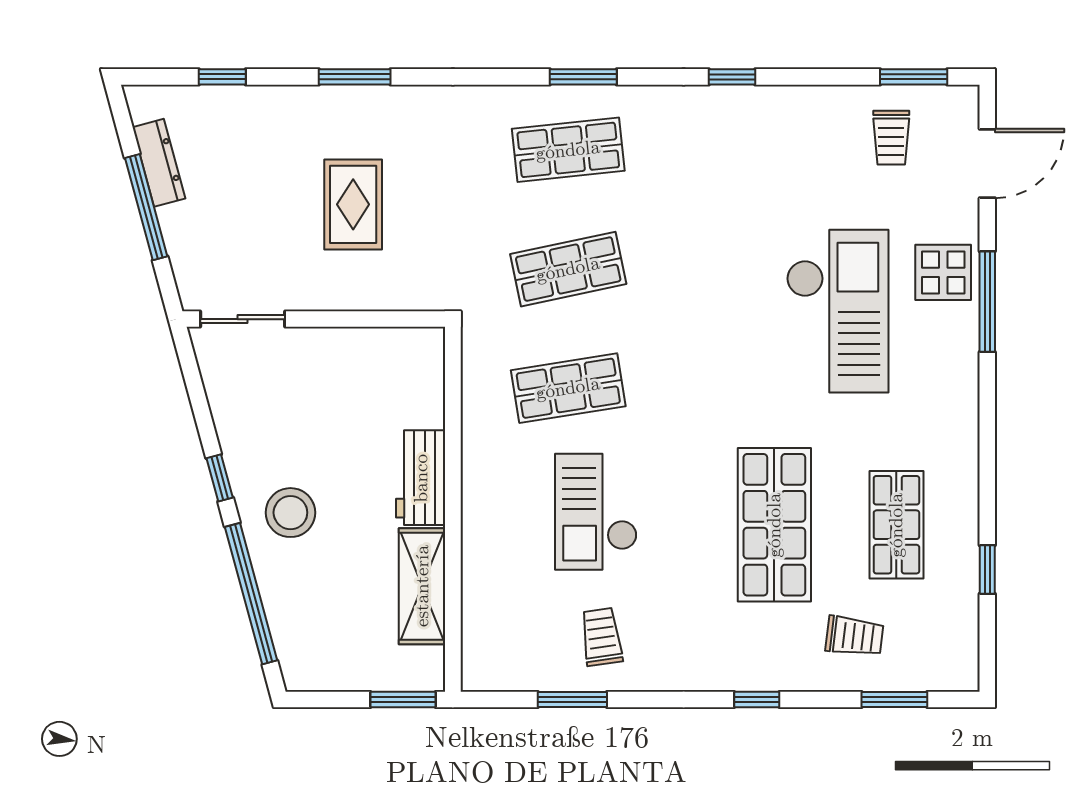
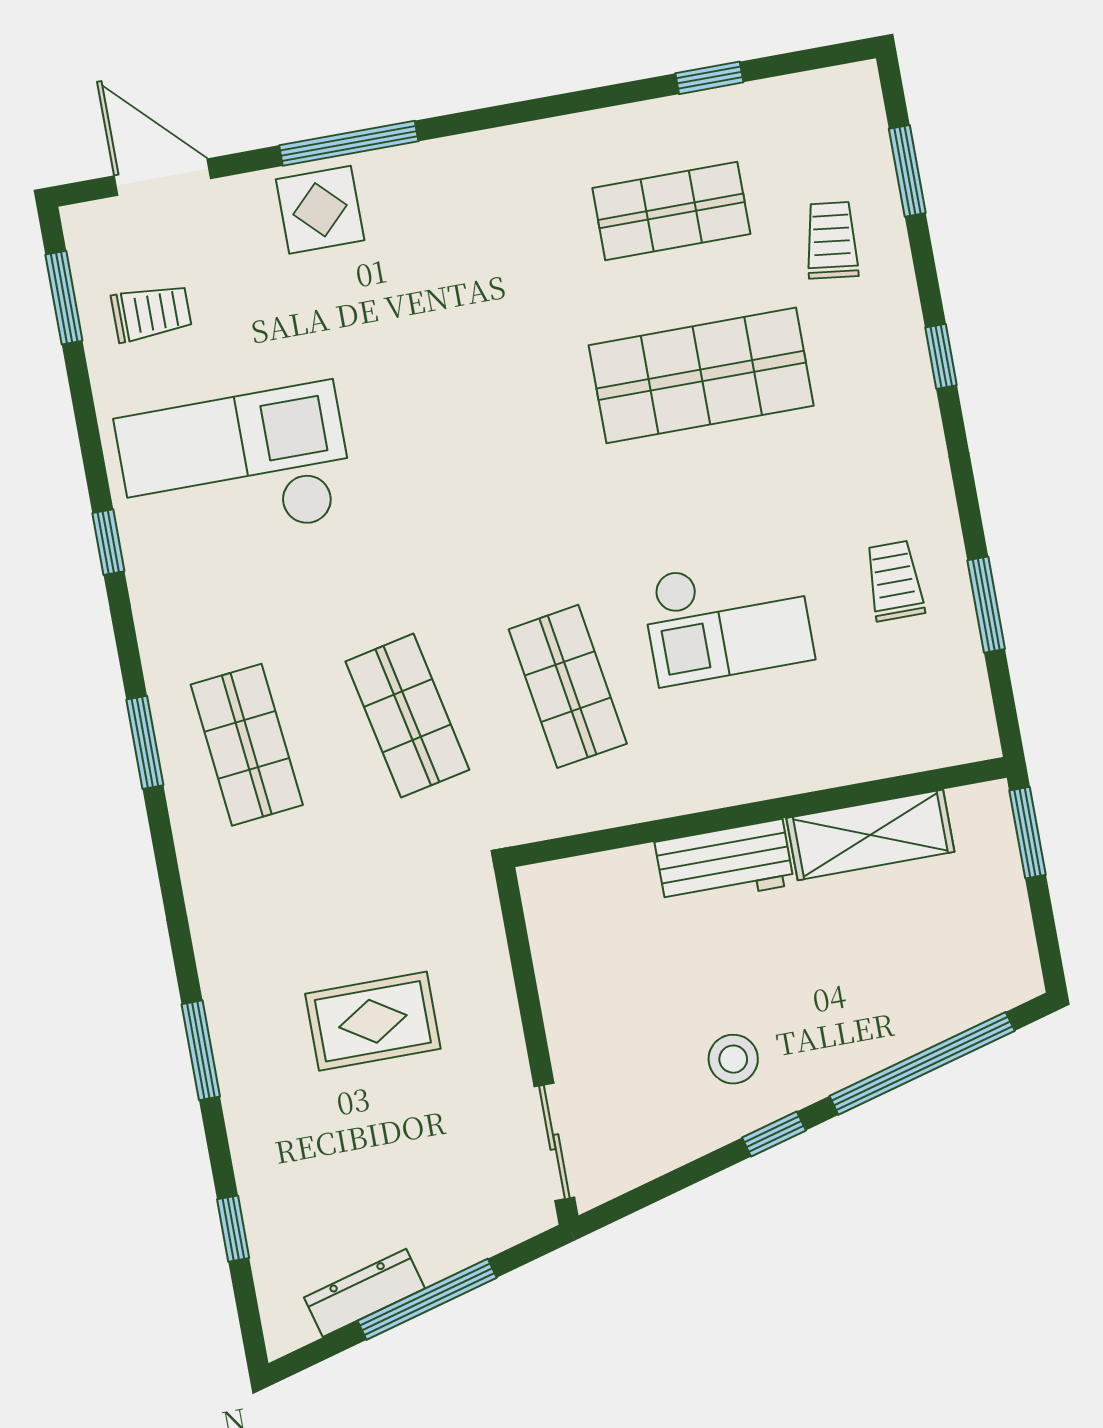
checkout: (838, 311) -> (235, 467), moved
stool: (290, 513) -> (733, 1059), moved, width x0.73, depth x0.73
trolley: (601, 637) -> (895, 581), turned 98

